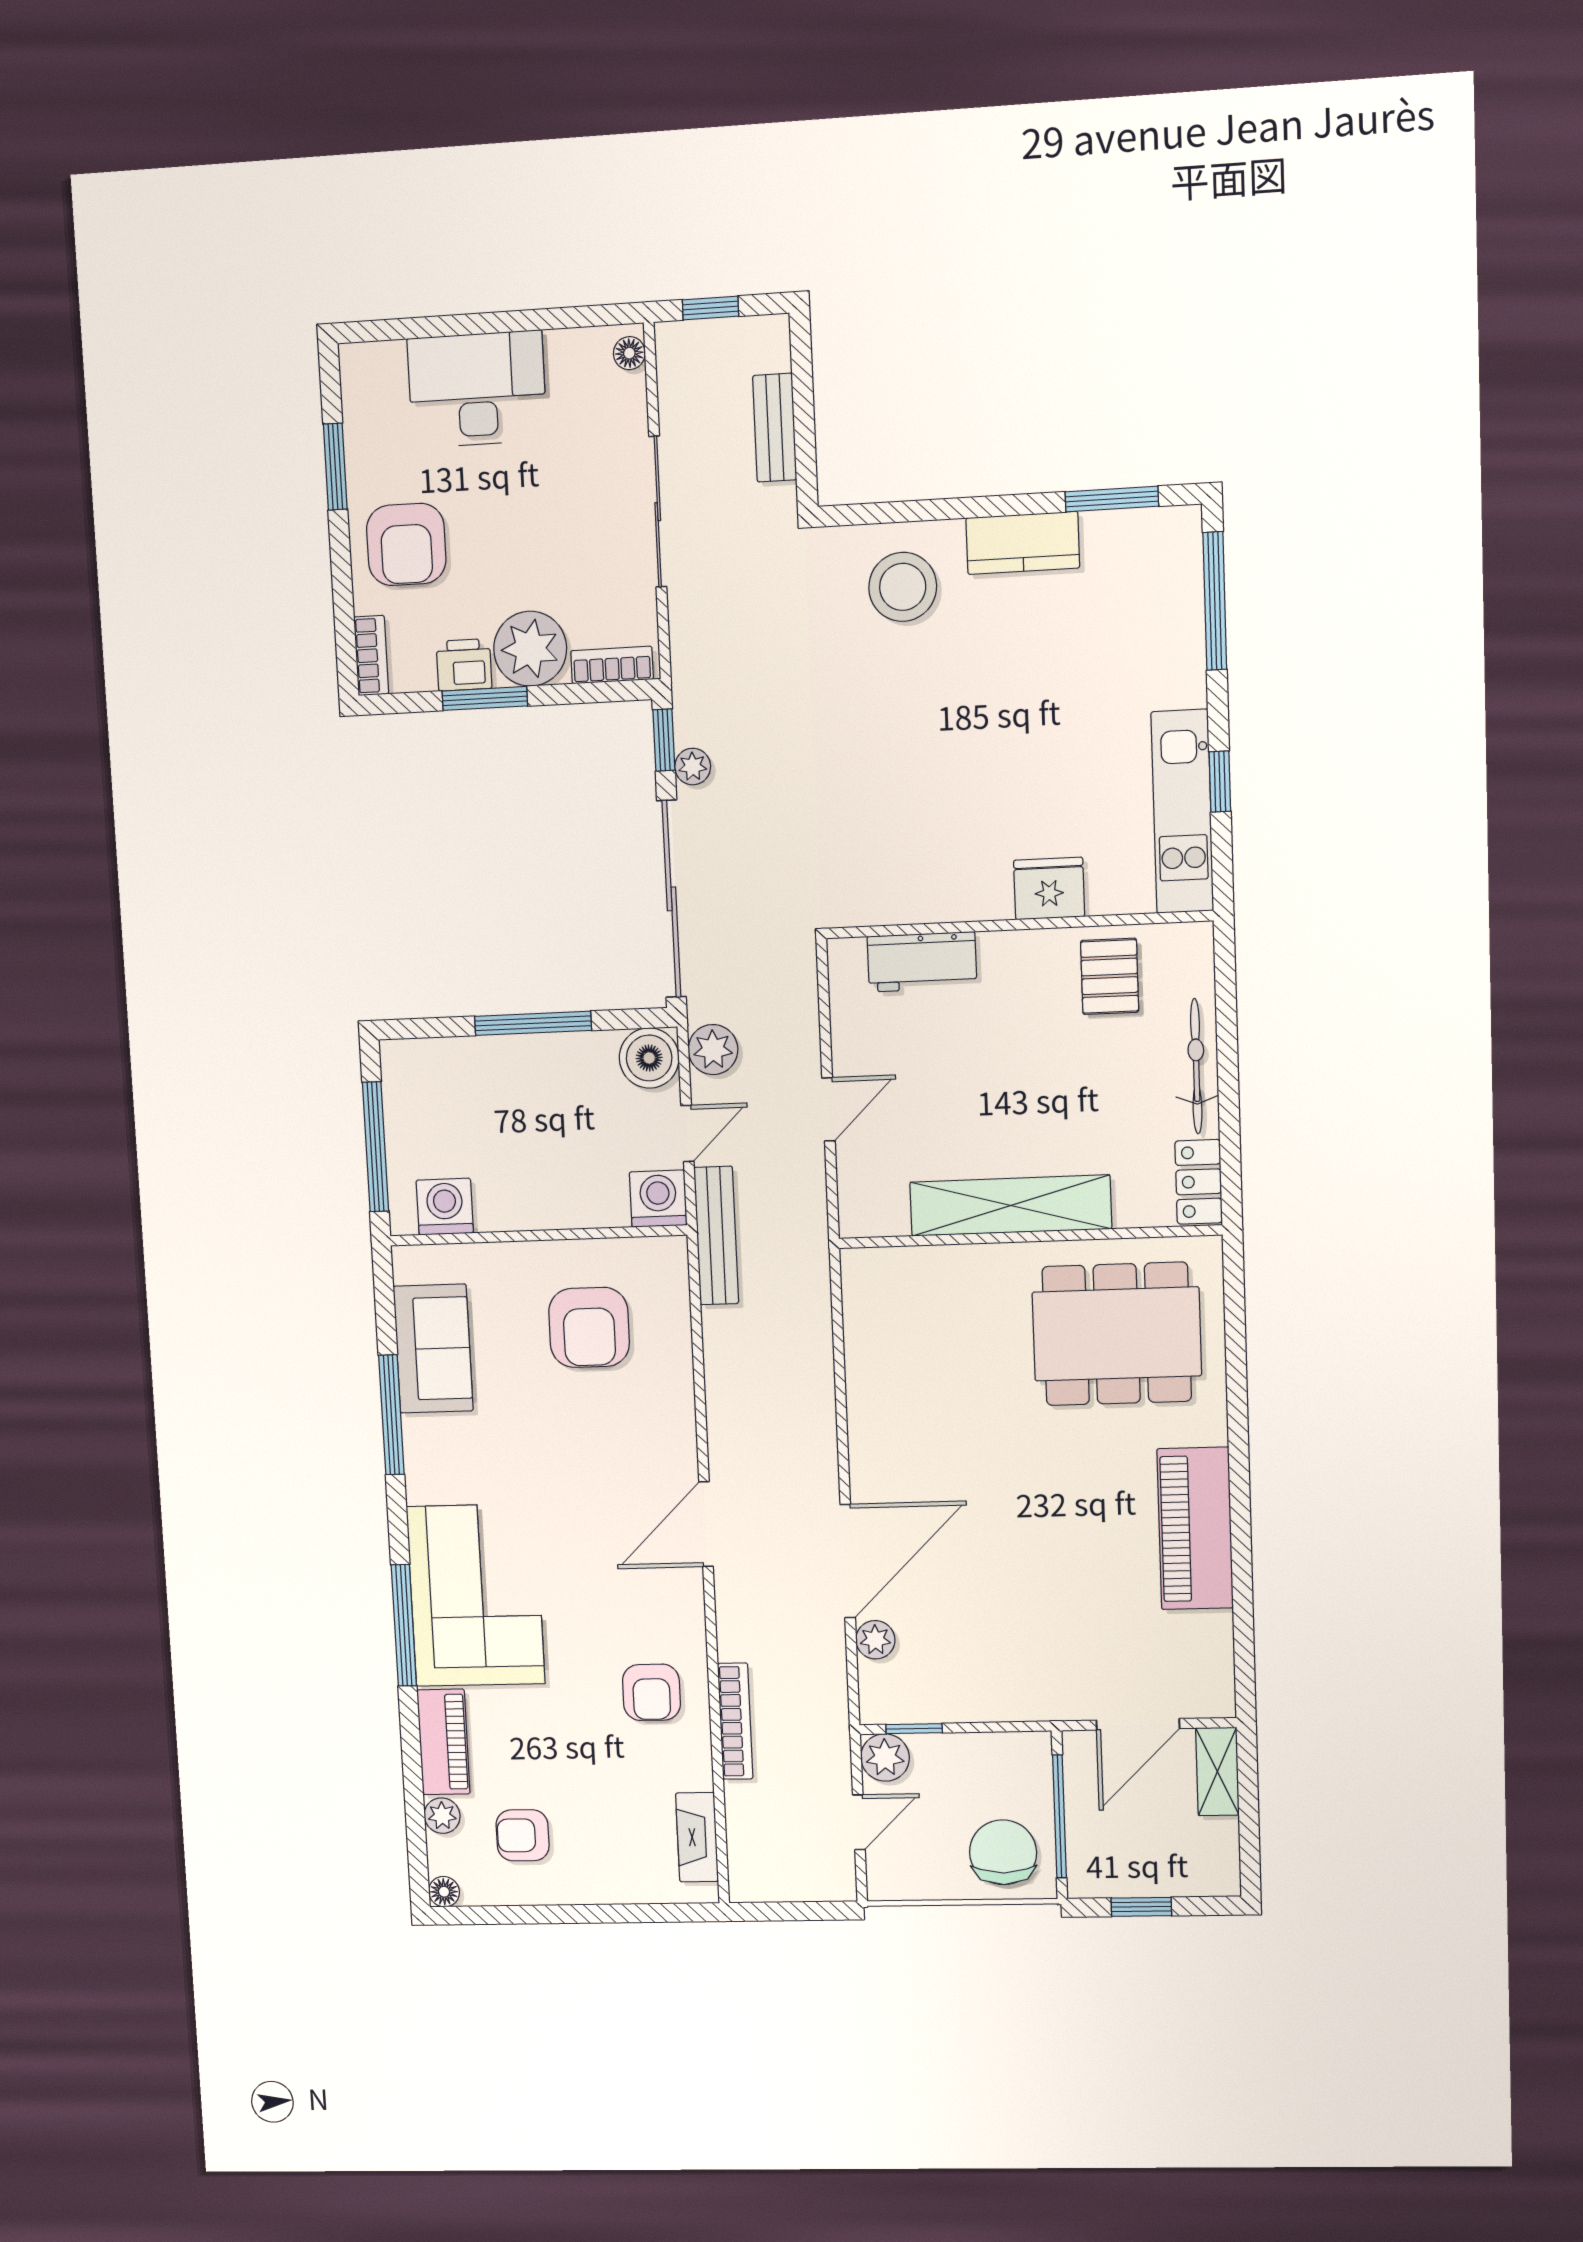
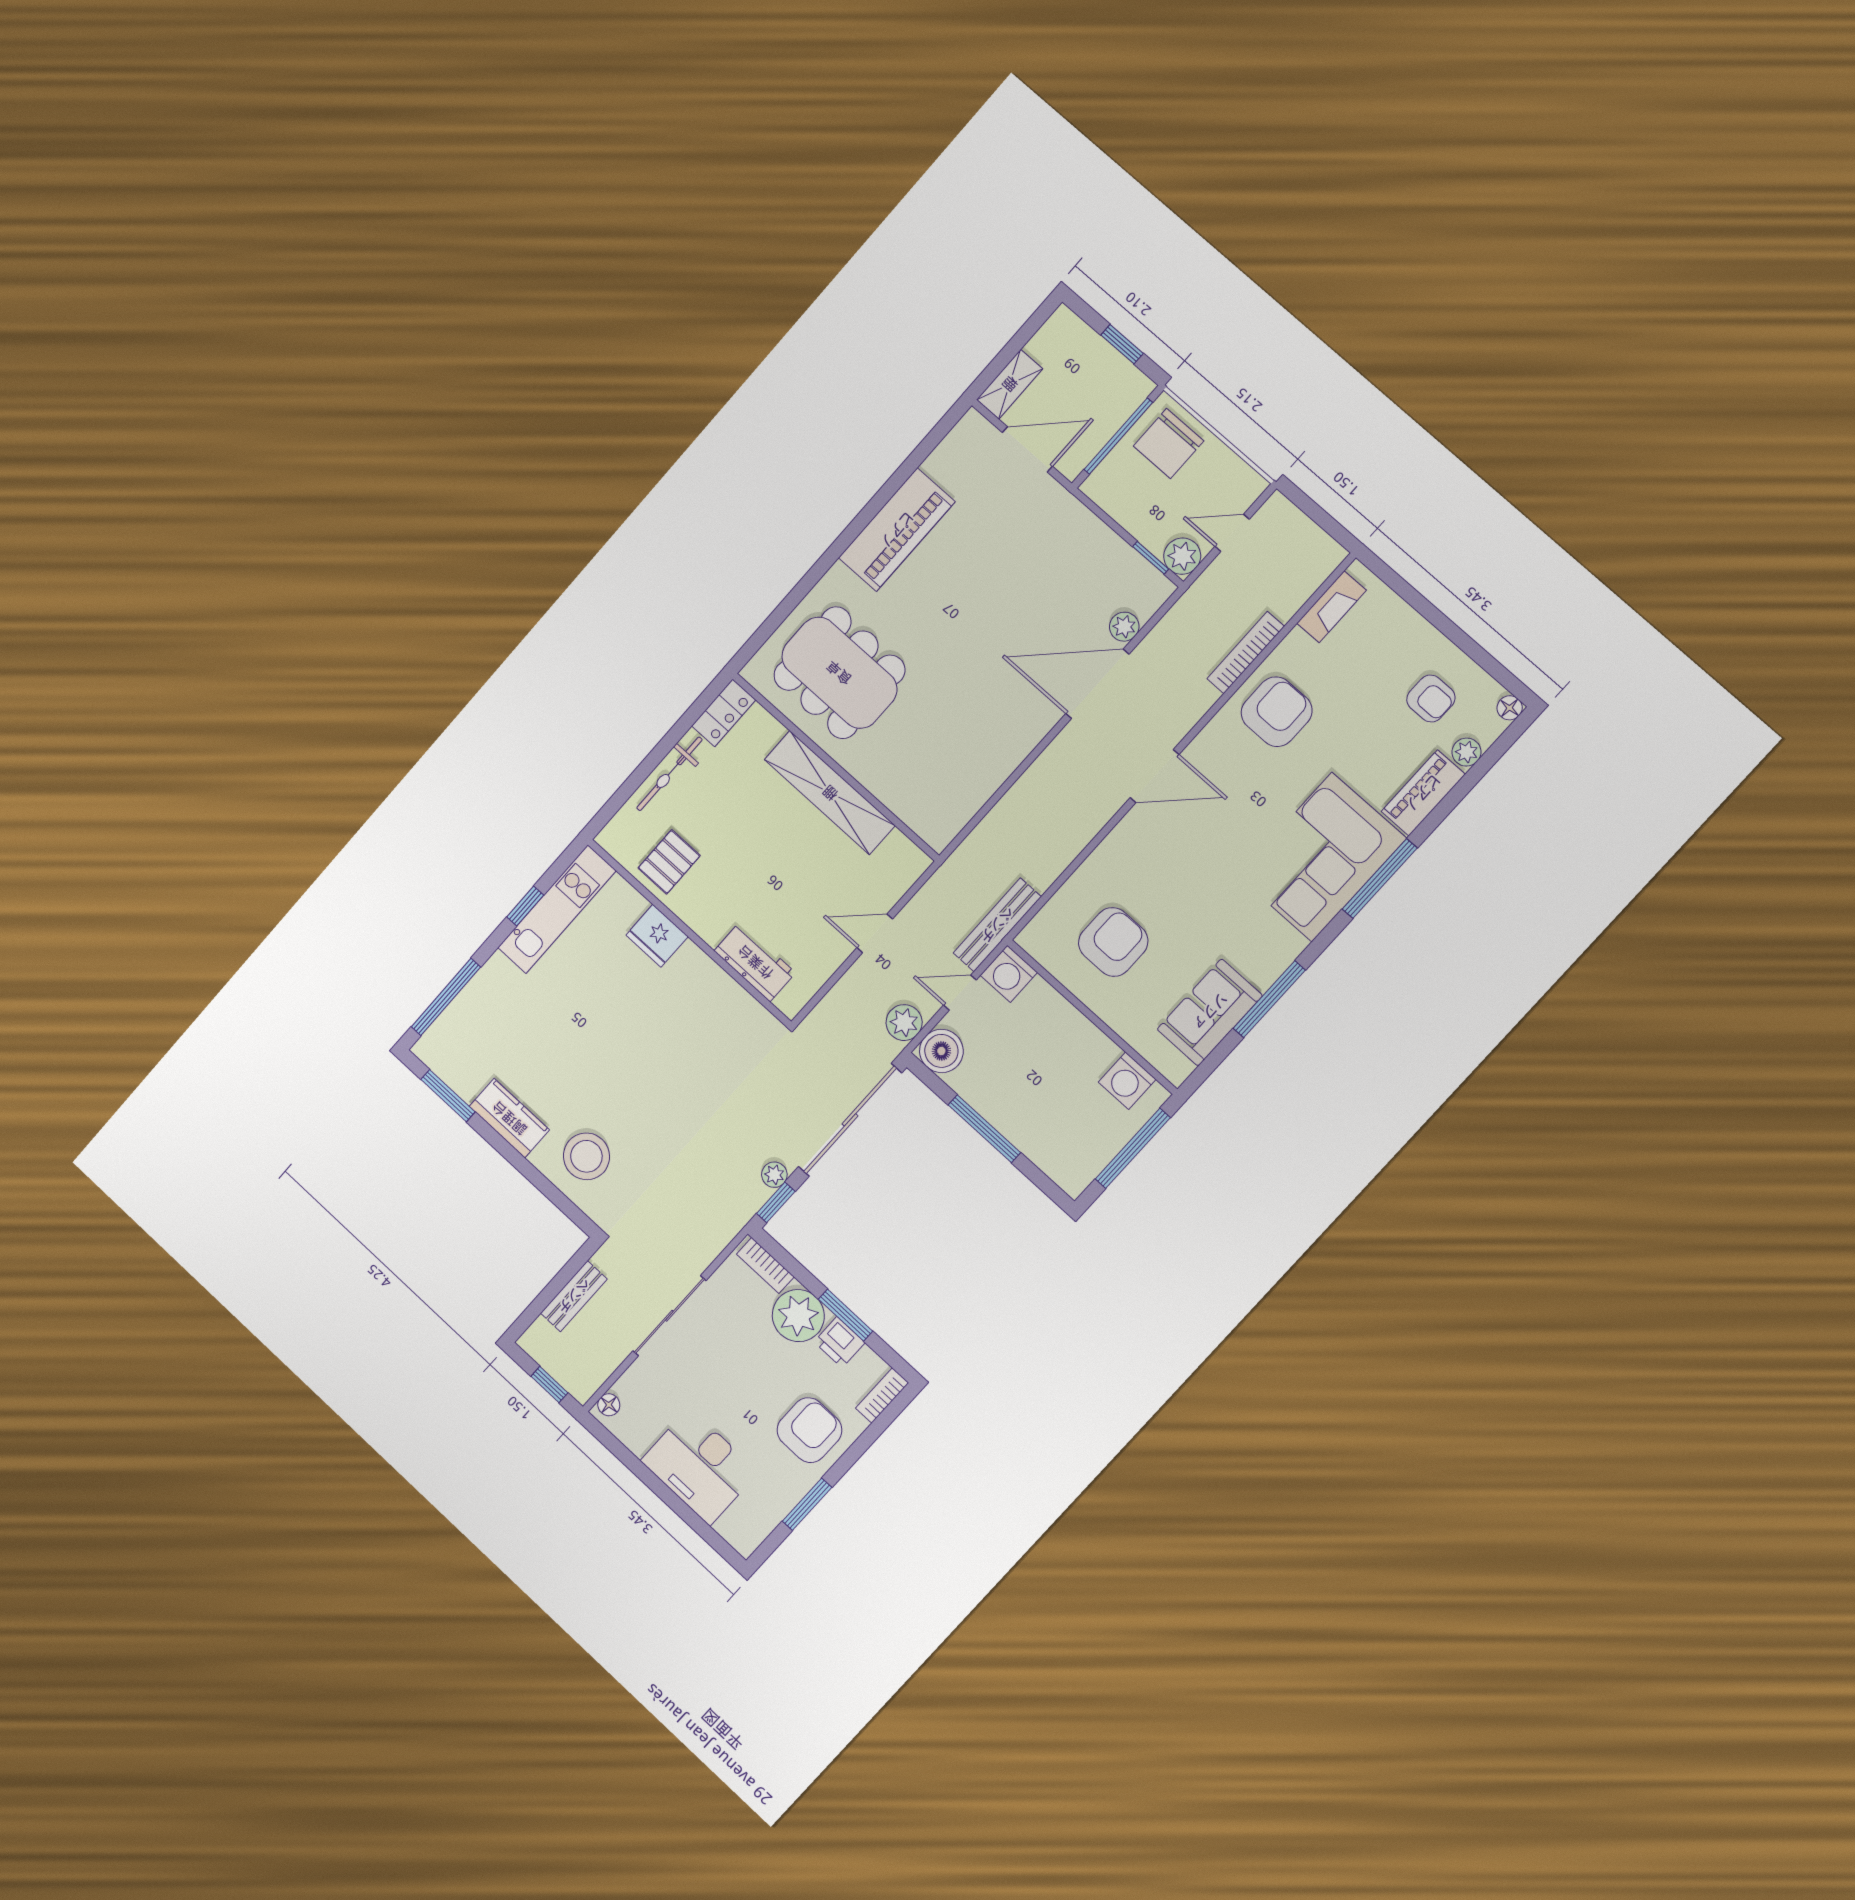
armchair: (651, 1692) -> (1277, 712), width x1.38, depth x1.38

